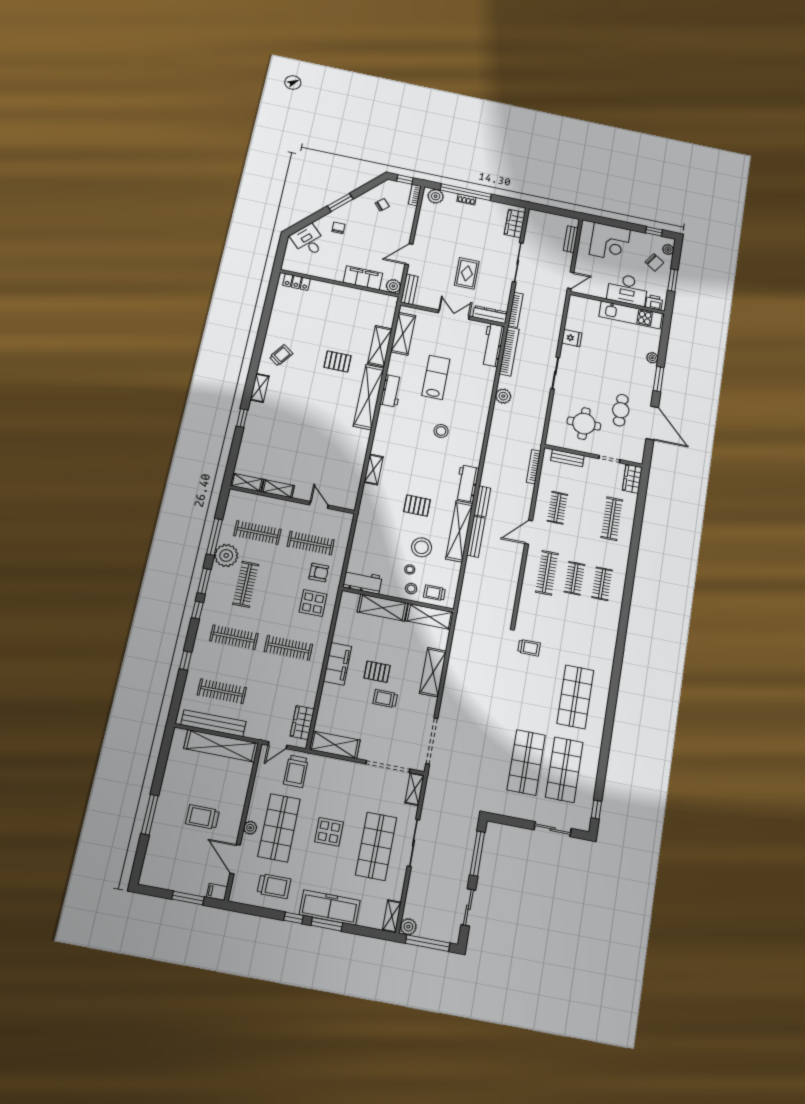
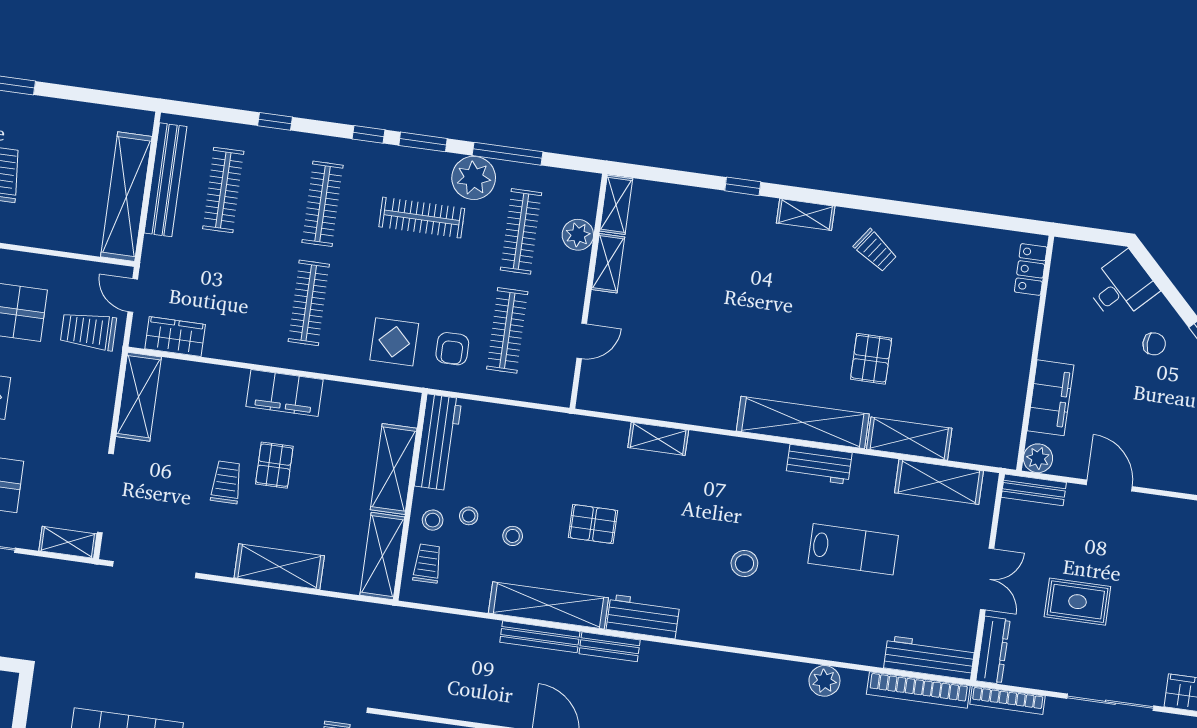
plant: (262, 503) -> (578, 235), added
pallet: (417, 506) -> (593, 524), turned 90
stool: (422, 547) -> (513, 536), width x0.53, depth x0.53
workbench: (362, 582) -> (438, 442), width x1.38

